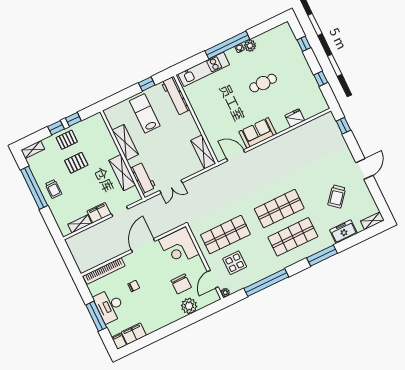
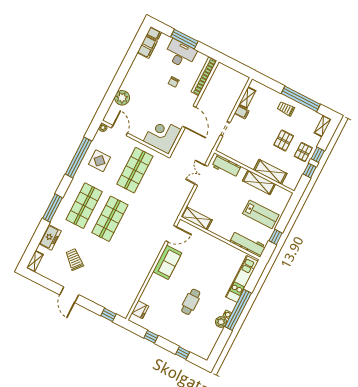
fridge: (295, 118) -> (140, 310), moved
shelving: (122, 173) -> (270, 172), moved
filing cabinet: (99, 213) -> (242, 112), width x0.50
display table: (235, 263) -> (99, 161), moved
chair: (181, 284) -> (140, 110), removed

